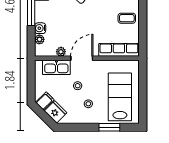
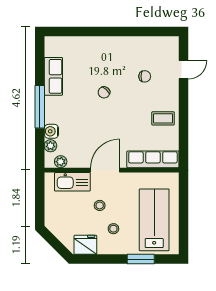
plant: (61, 52) -> (61, 162), moved
filing cabinet: (45, 101) -> (57, 225), removed
fridge: (56, 112) -> (85, 245), moved, turned -45

